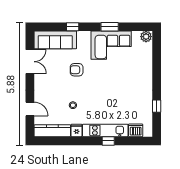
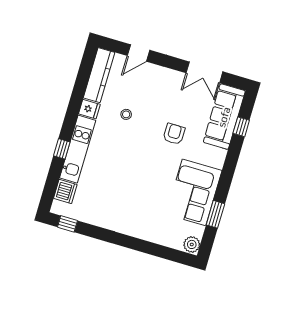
window: (73, 27) -> (241, 127), moved
window: (110, 27) -> (215, 214), moved
window: (157, 106) -> (67, 224), moved

